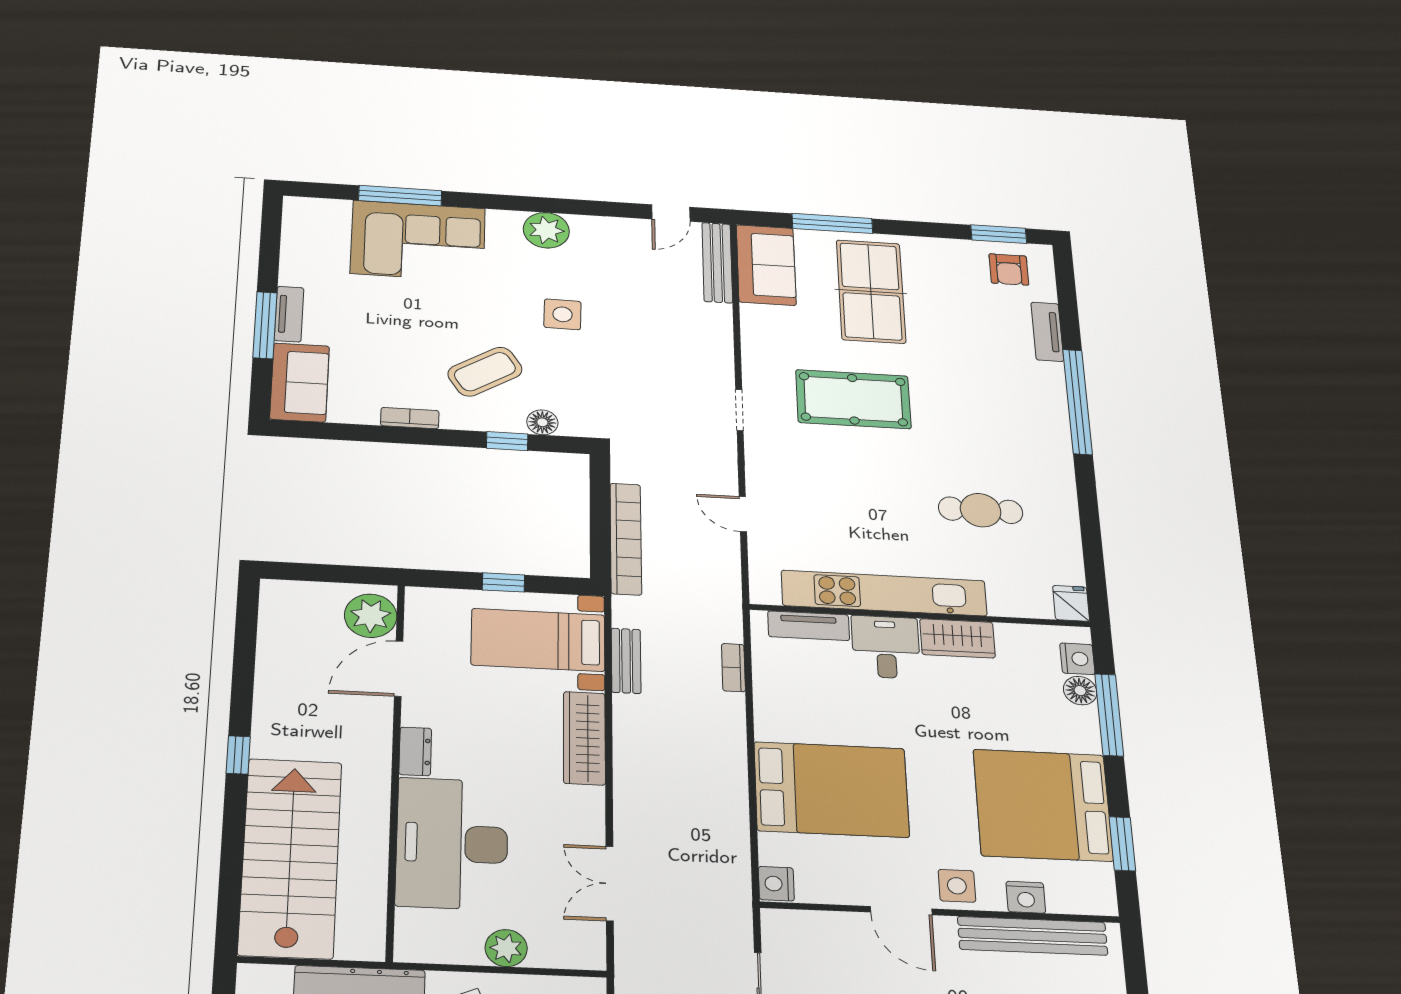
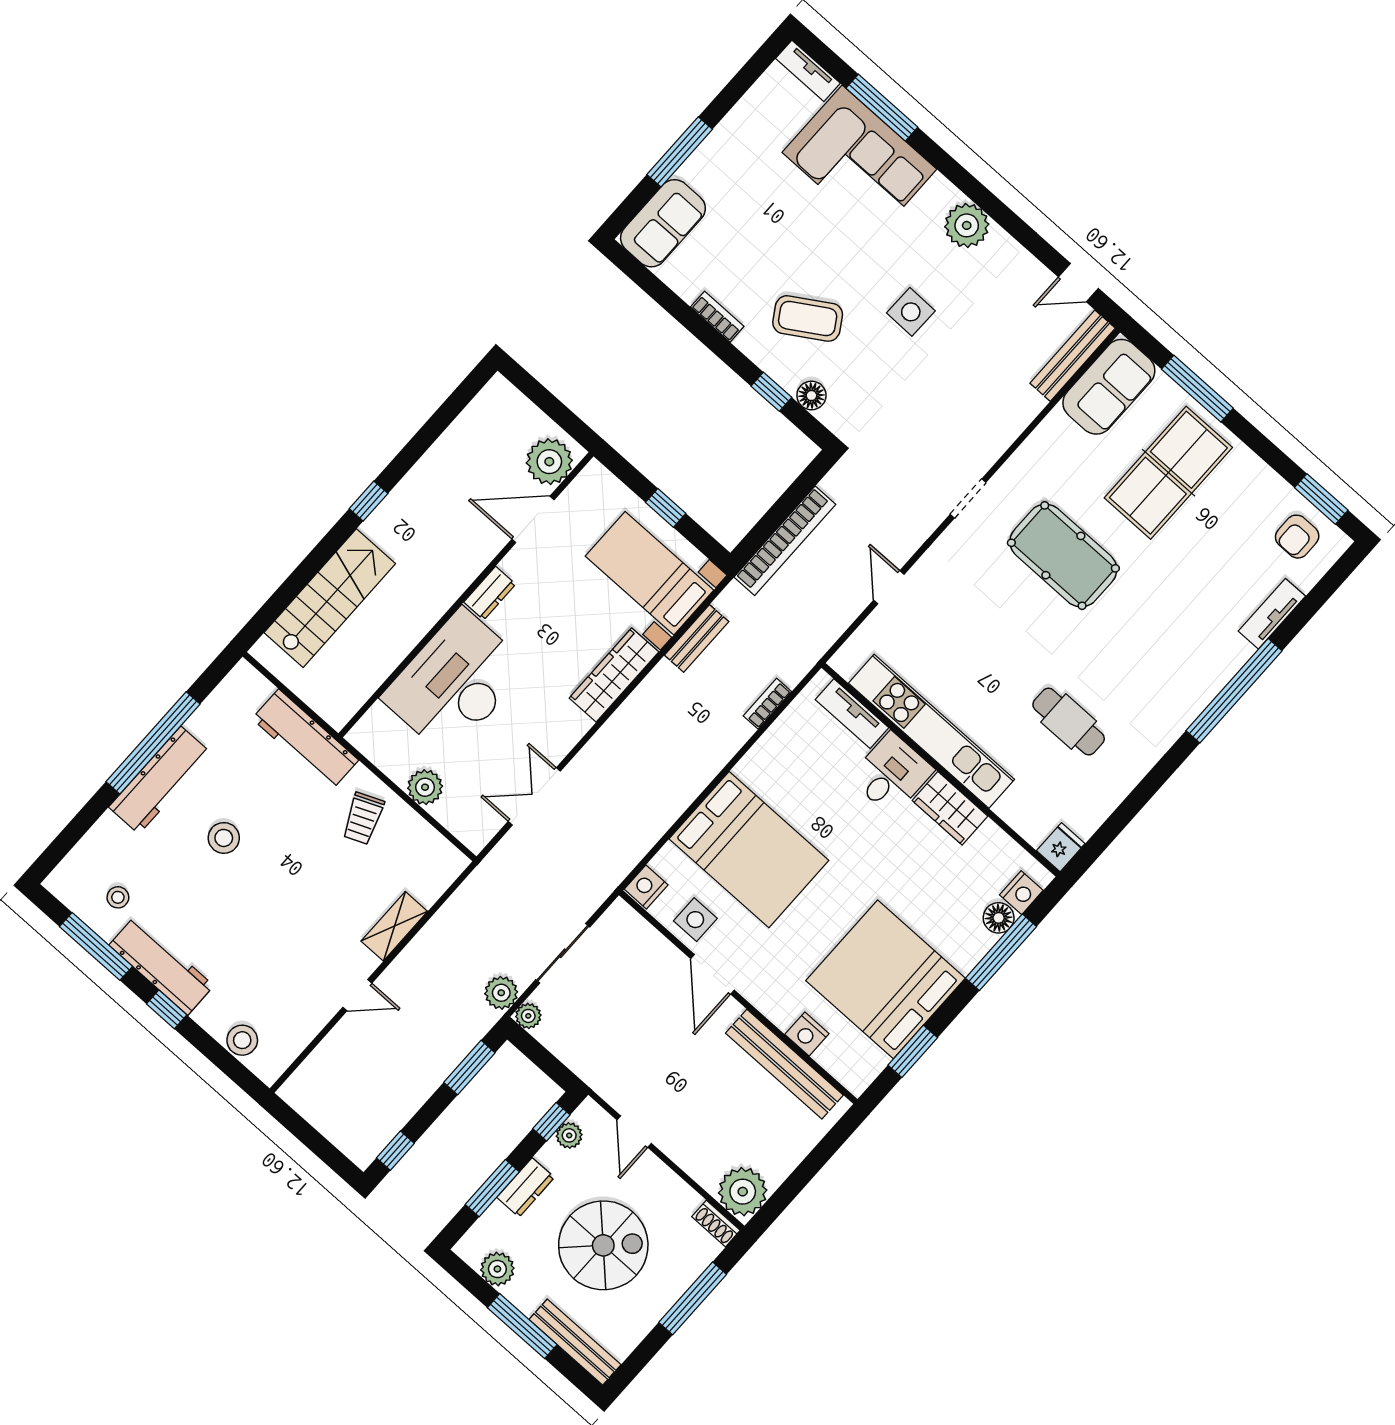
tv unit: (289, 314) -> (808, 71), moved, turned 90
stairs: (290, 858) -> (330, 598), width x0.73, depth x0.66
side table: (957, 886) -> (695, 920), moved

